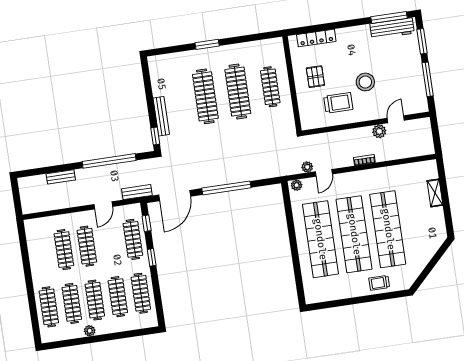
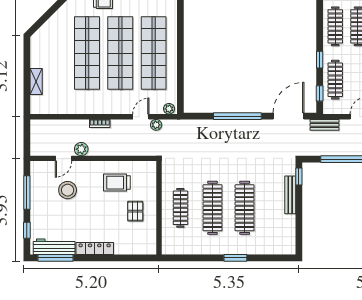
locker: (316, 38) -> (95, 248), moved
window: (422, 41) -> (27, 230), width x0.67
stool: (365, 82) -> (68, 190), moved

